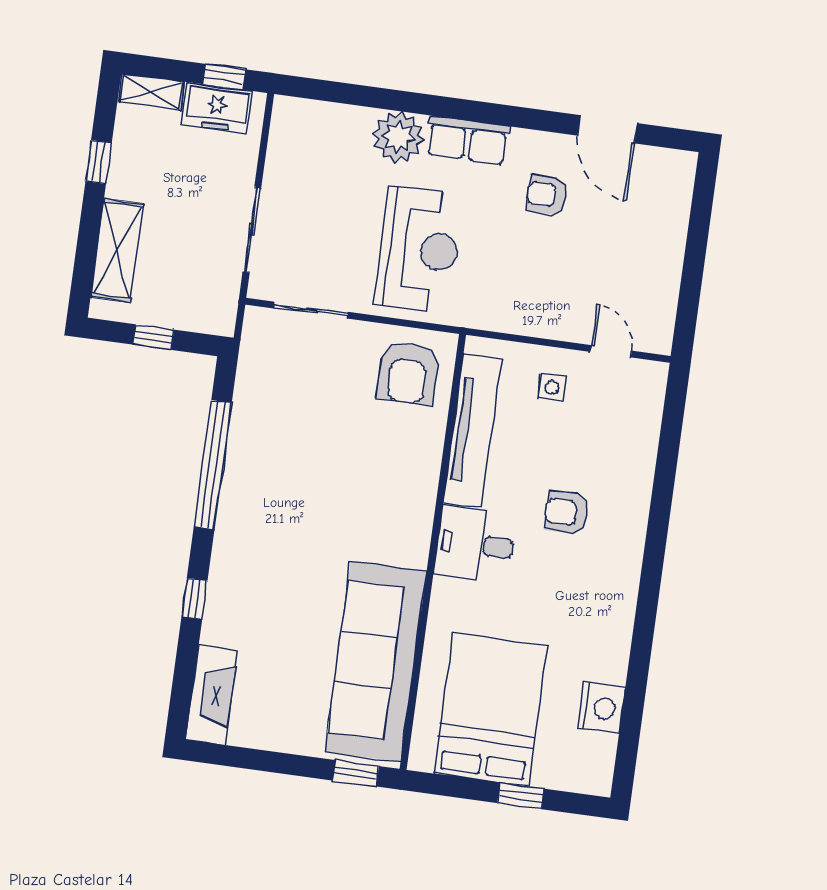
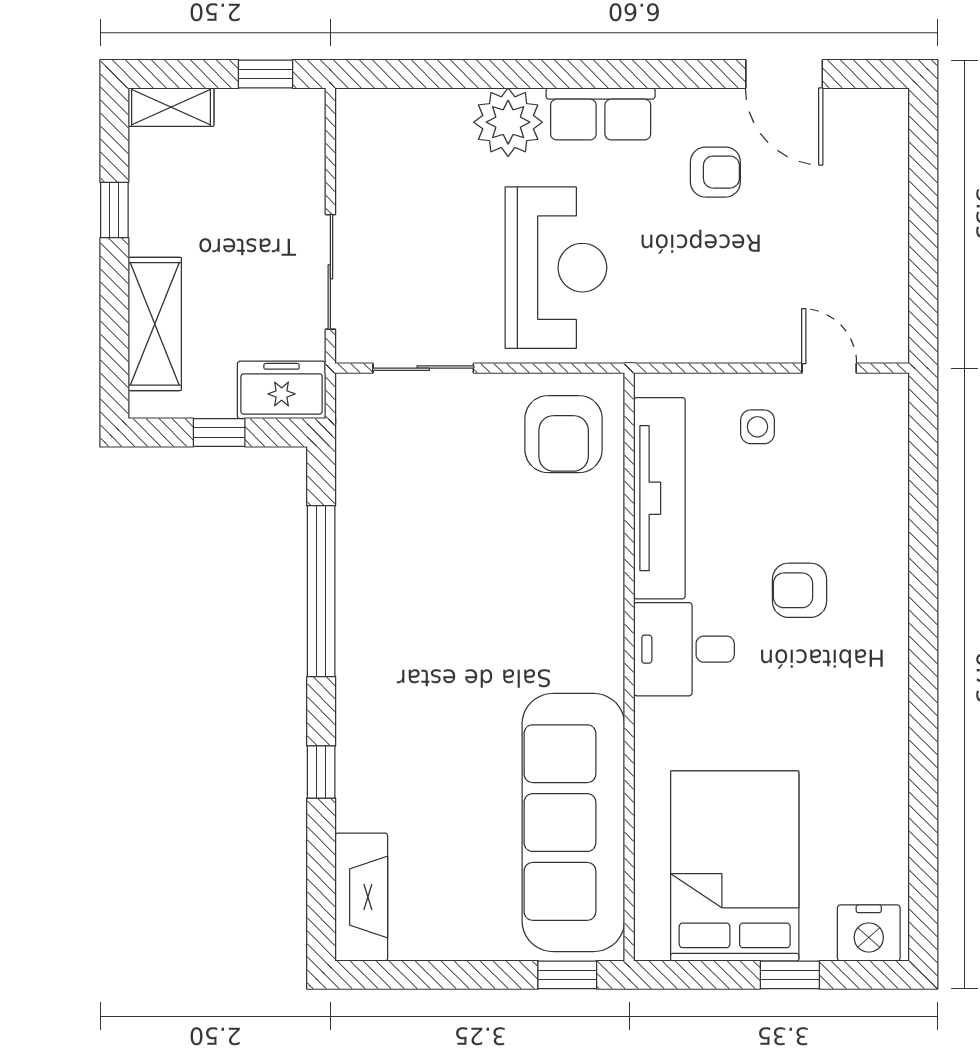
freezer: (217, 108) -> (282, 390), moved, turned 180
armchair: (547, 195) -> (715, 172), turned 180
nightstand: (601, 708) -> (869, 933), moved, turned 90

